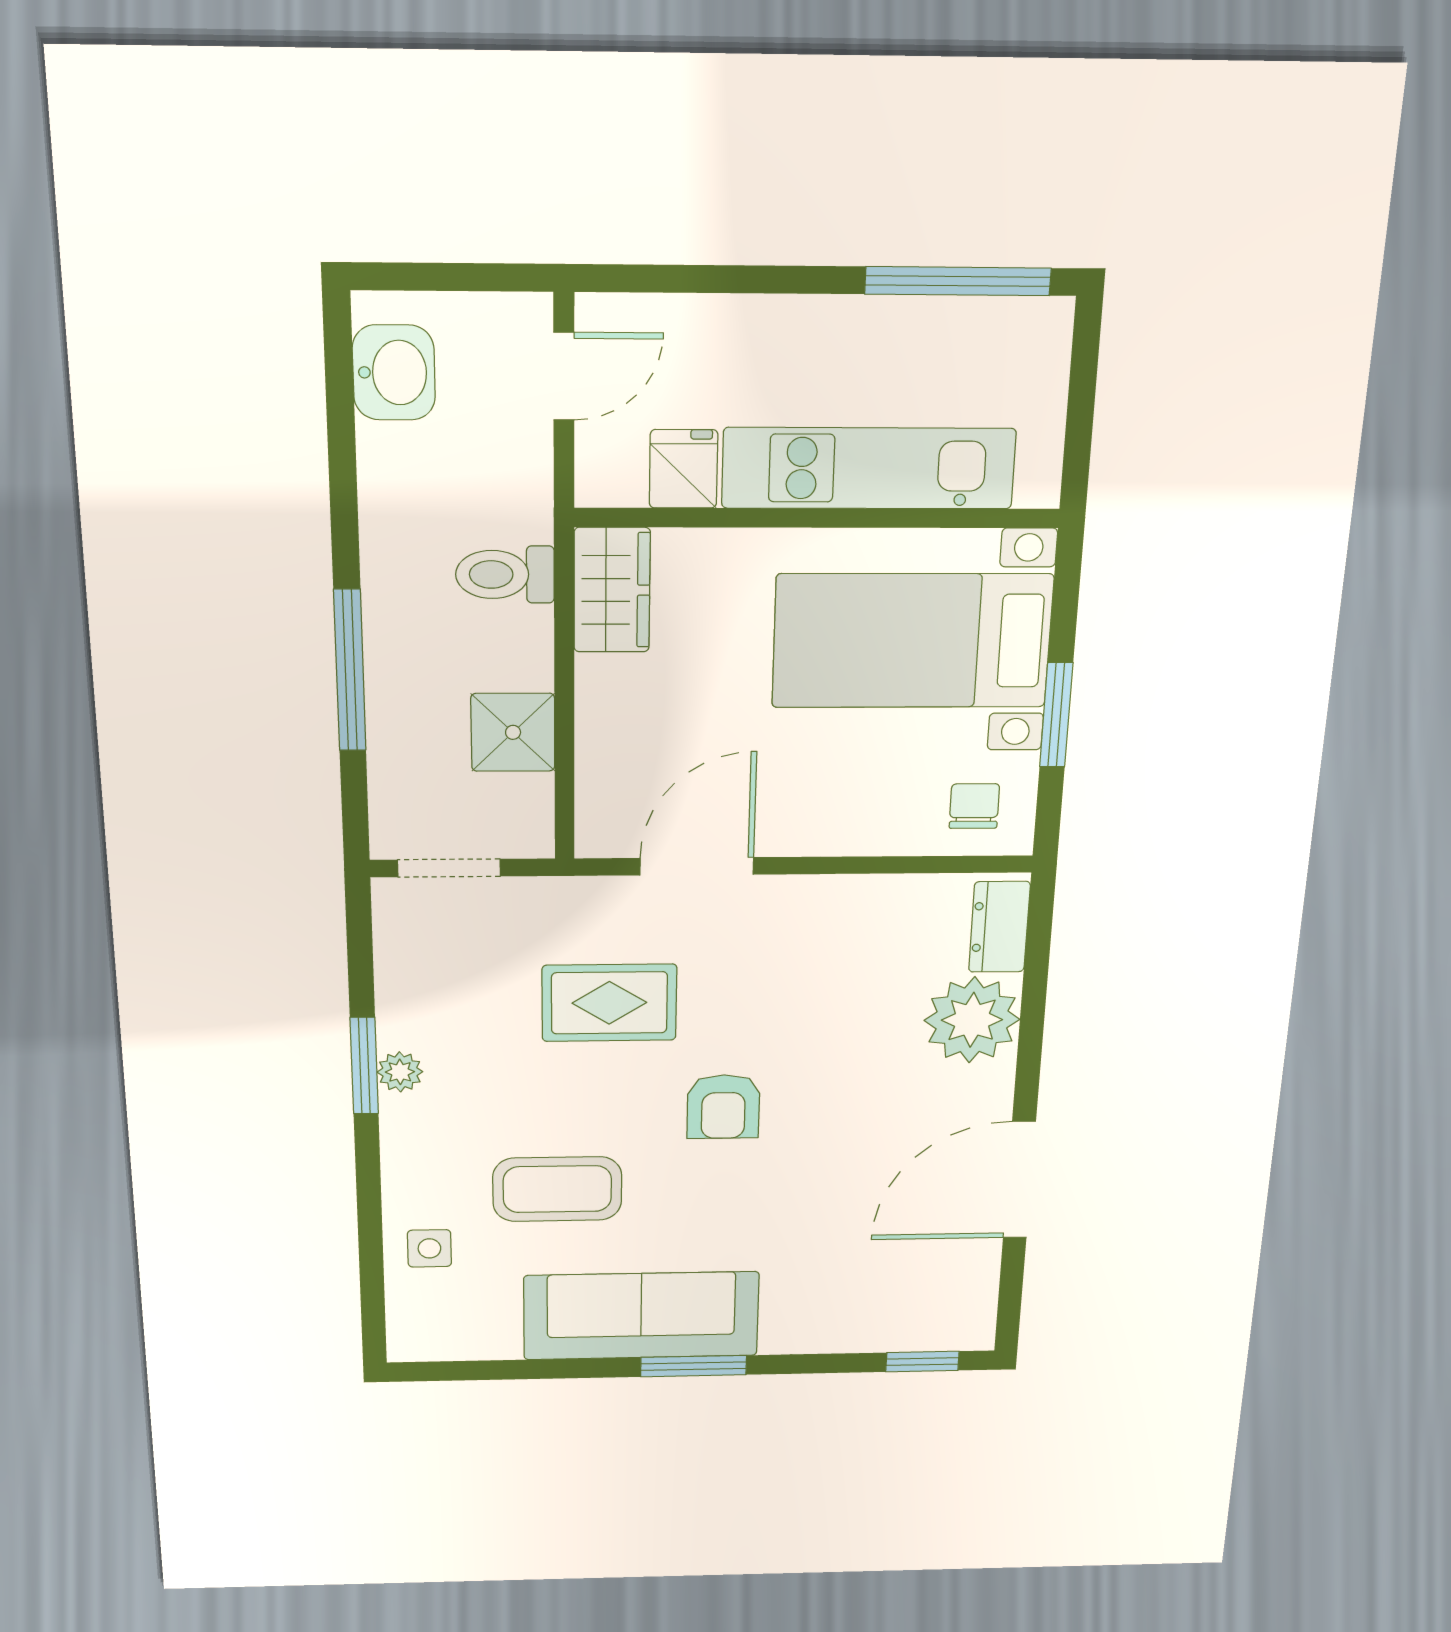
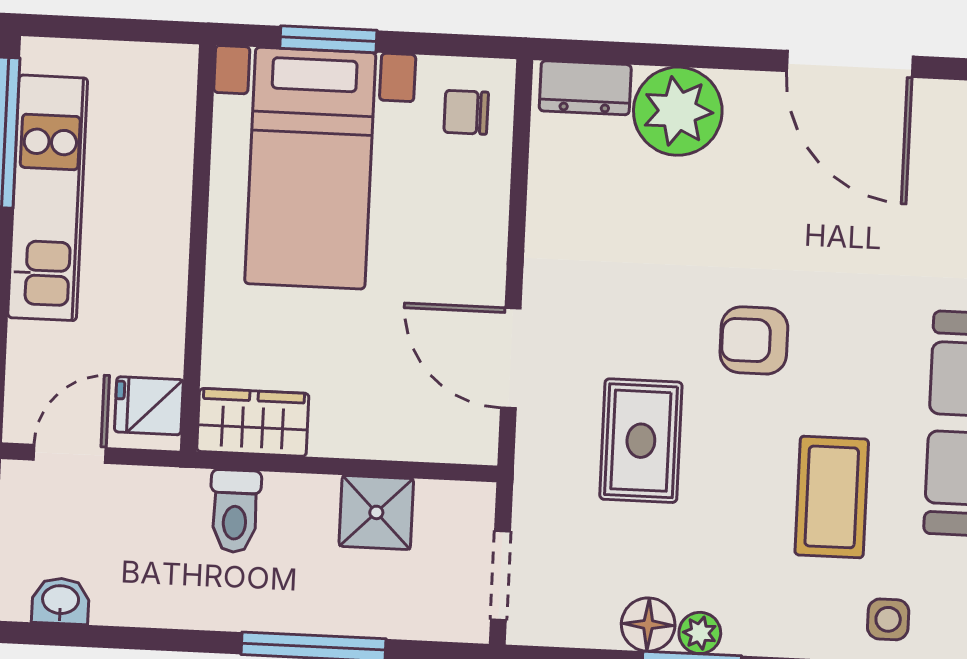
washbasin: (394, 373) -> (60, 601), width x0.72, depth x0.69
door: (564, 376) -> (70, 454), hinge flipped
kitchen unit: (869, 468) -> (48, 198), moved, turned 180
fridge: (684, 469) -> (149, 406), moved
window: (1056, 715) -> (328, 39), moved
floor lamp: (405, 1021) -> (648, 625), added
armchair: (723, 1107) -> (754, 340), turned 180

